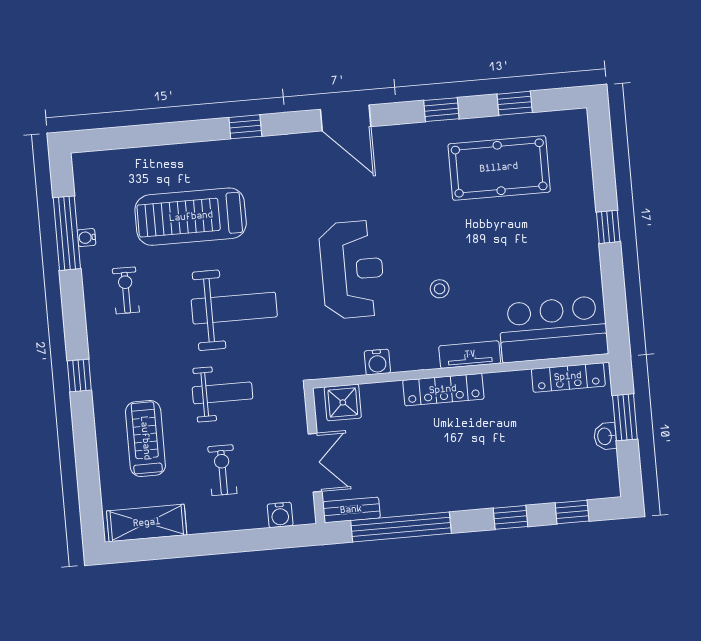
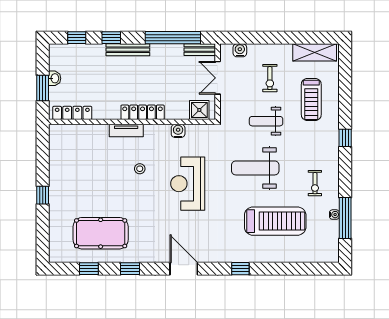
bar counter: (553, 329) -> (78, 141), removed
bench: (479, 499) -> (128, 50), added

